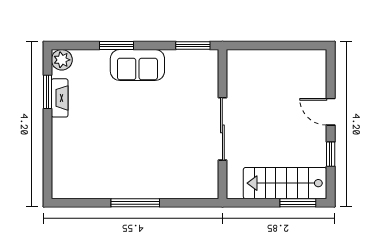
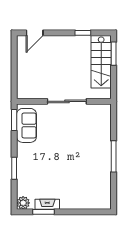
sofa: (137, 65) -> (26, 125), moved
door: (331, 112) -> (35, 33), moved

